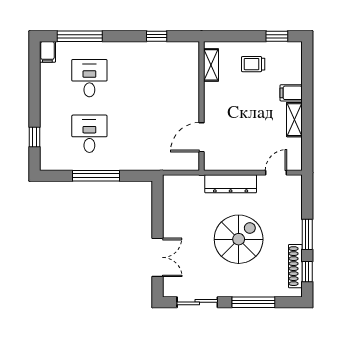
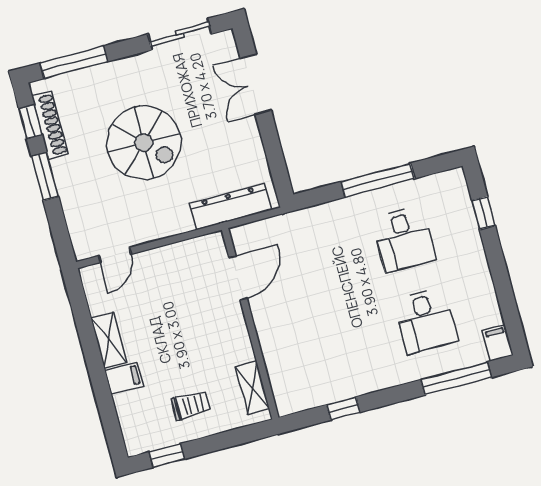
dresser: (231, 184) -> (231, 207), moved
spiral stairs: (239, 239) -> (144, 143), turned -90
window: (253, 302) -> (74, 62), moved

